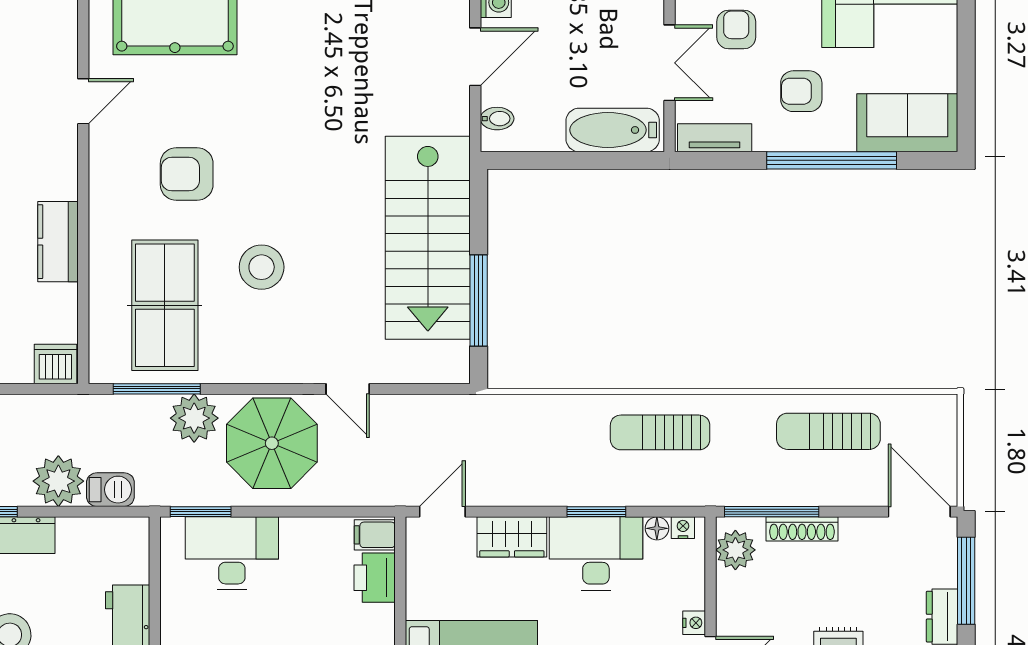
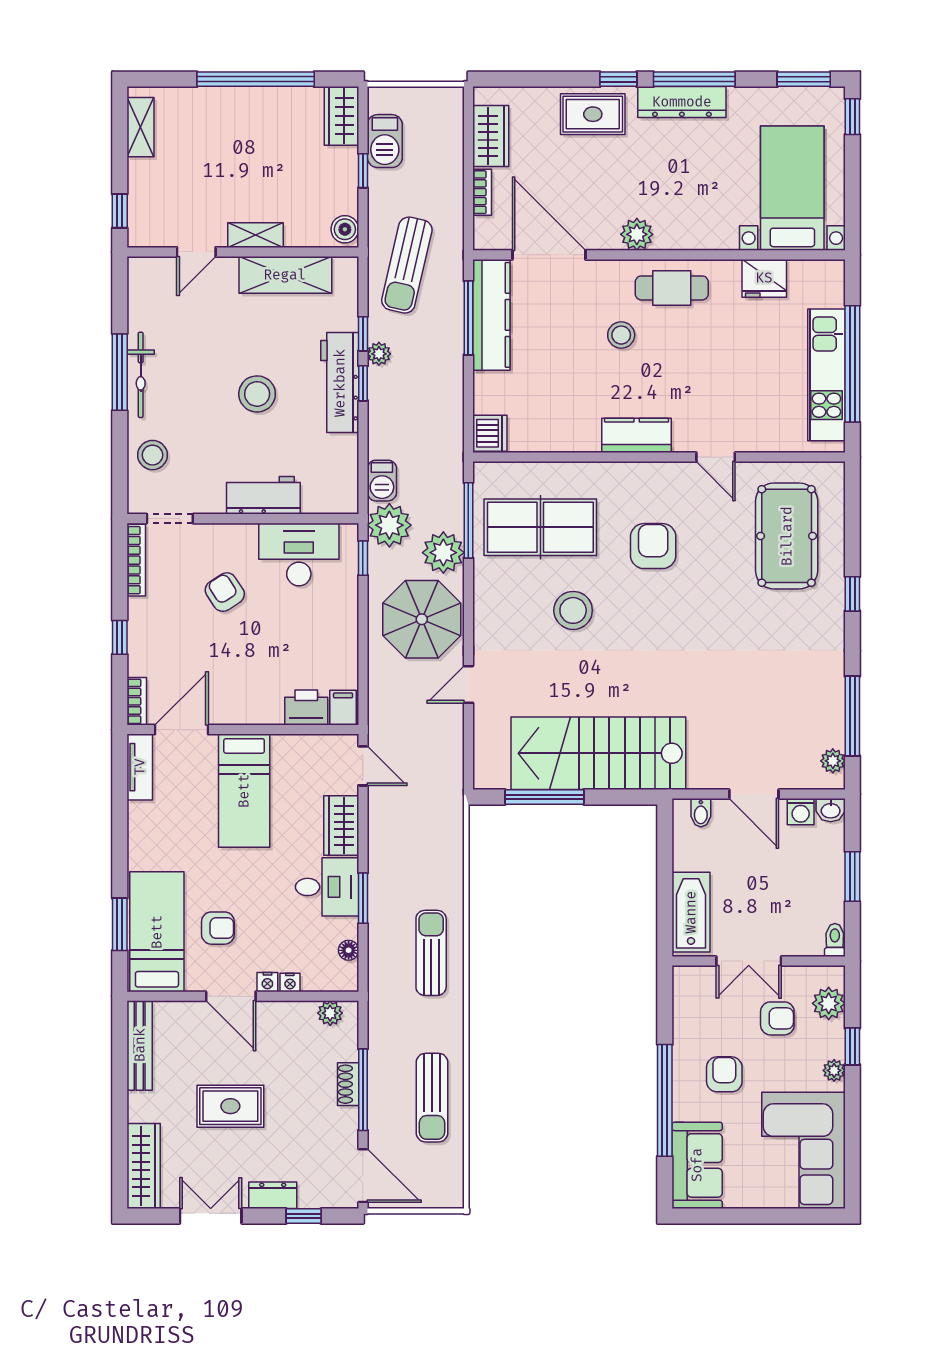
tv unit: (715, 138) -> (684, 1000), removed
kitchen counter: (58, 242) -> (637, 435), moved
sun lounger: (828, 431) -> (432, 1098), turned 180
plant: (58, 481) -> (389, 525), moved
window: (201, 512) -> (363, 558), width x0.67
window: (772, 512) -> (363, 1090), moved
door: (919, 512) -> (363, 1176), hinge flipped
nightstand: (683, 528) -> (290, 982), moved, turned 90
shoe rack: (802, 529) -> (348, 1084), width x0.70
plant: (735, 550) -> (330, 1013), width x0.73, depth x0.73
desk: (232, 553) -> (299, 554), moved, turned -90
desk: (596, 553) -> (327, 887), width x0.73
window: (966, 581) -> (304, 1216), width x0.46

